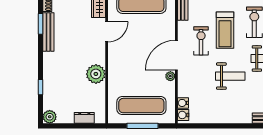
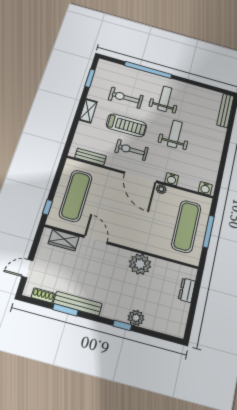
window: (41, 87) -> (122, 325), moved
water cooler: (183, 103) -> (172, 179), moved
plant: (50, 117) -> (136, 318), moved

